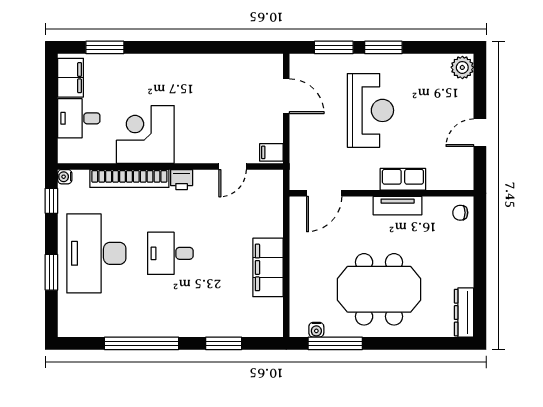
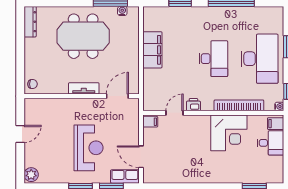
filing cabinet: (70, 78) -> (276, 124), moved, width x0.50
reception desk: (370, 110) -> (88, 148), turned 180
row of seats: (403, 179) -> (125, 177), moved, turned 180
printer: (182, 180) -> (193, 105), moved
tv unit: (398, 206) -> (84, 88), moved
desk: (170, 253) -> (213, 59), width x1.37

